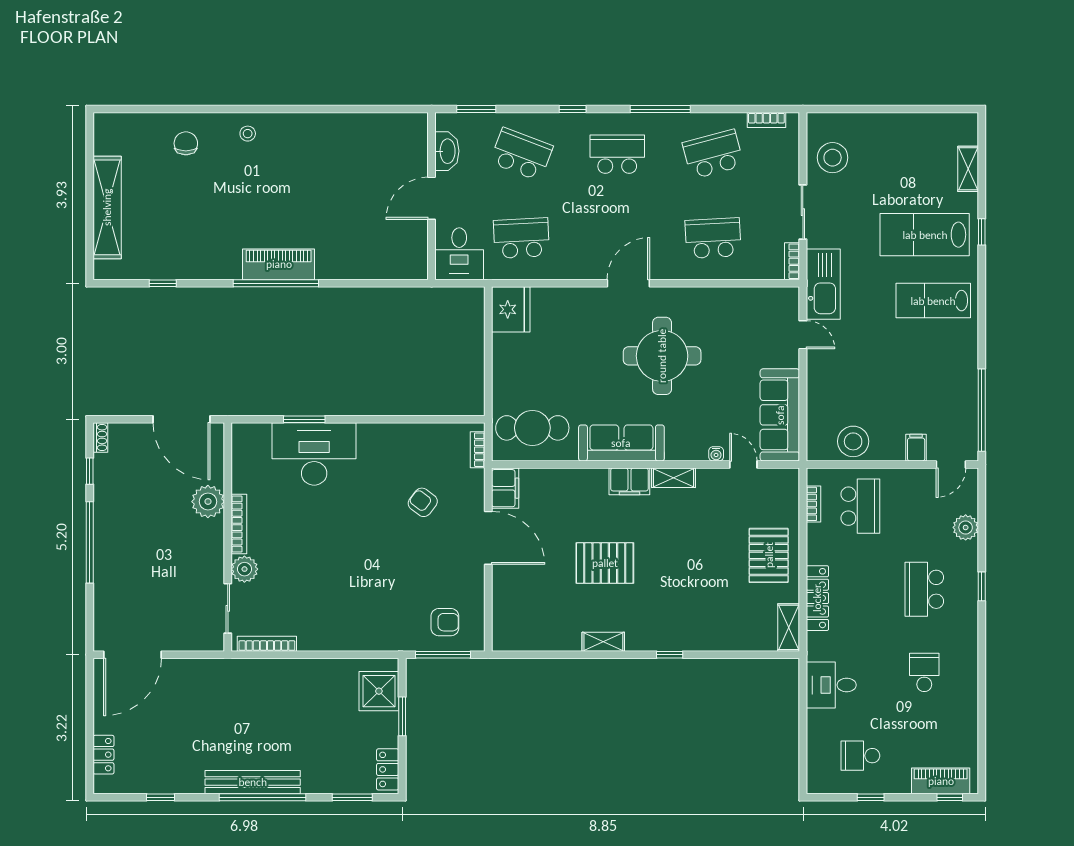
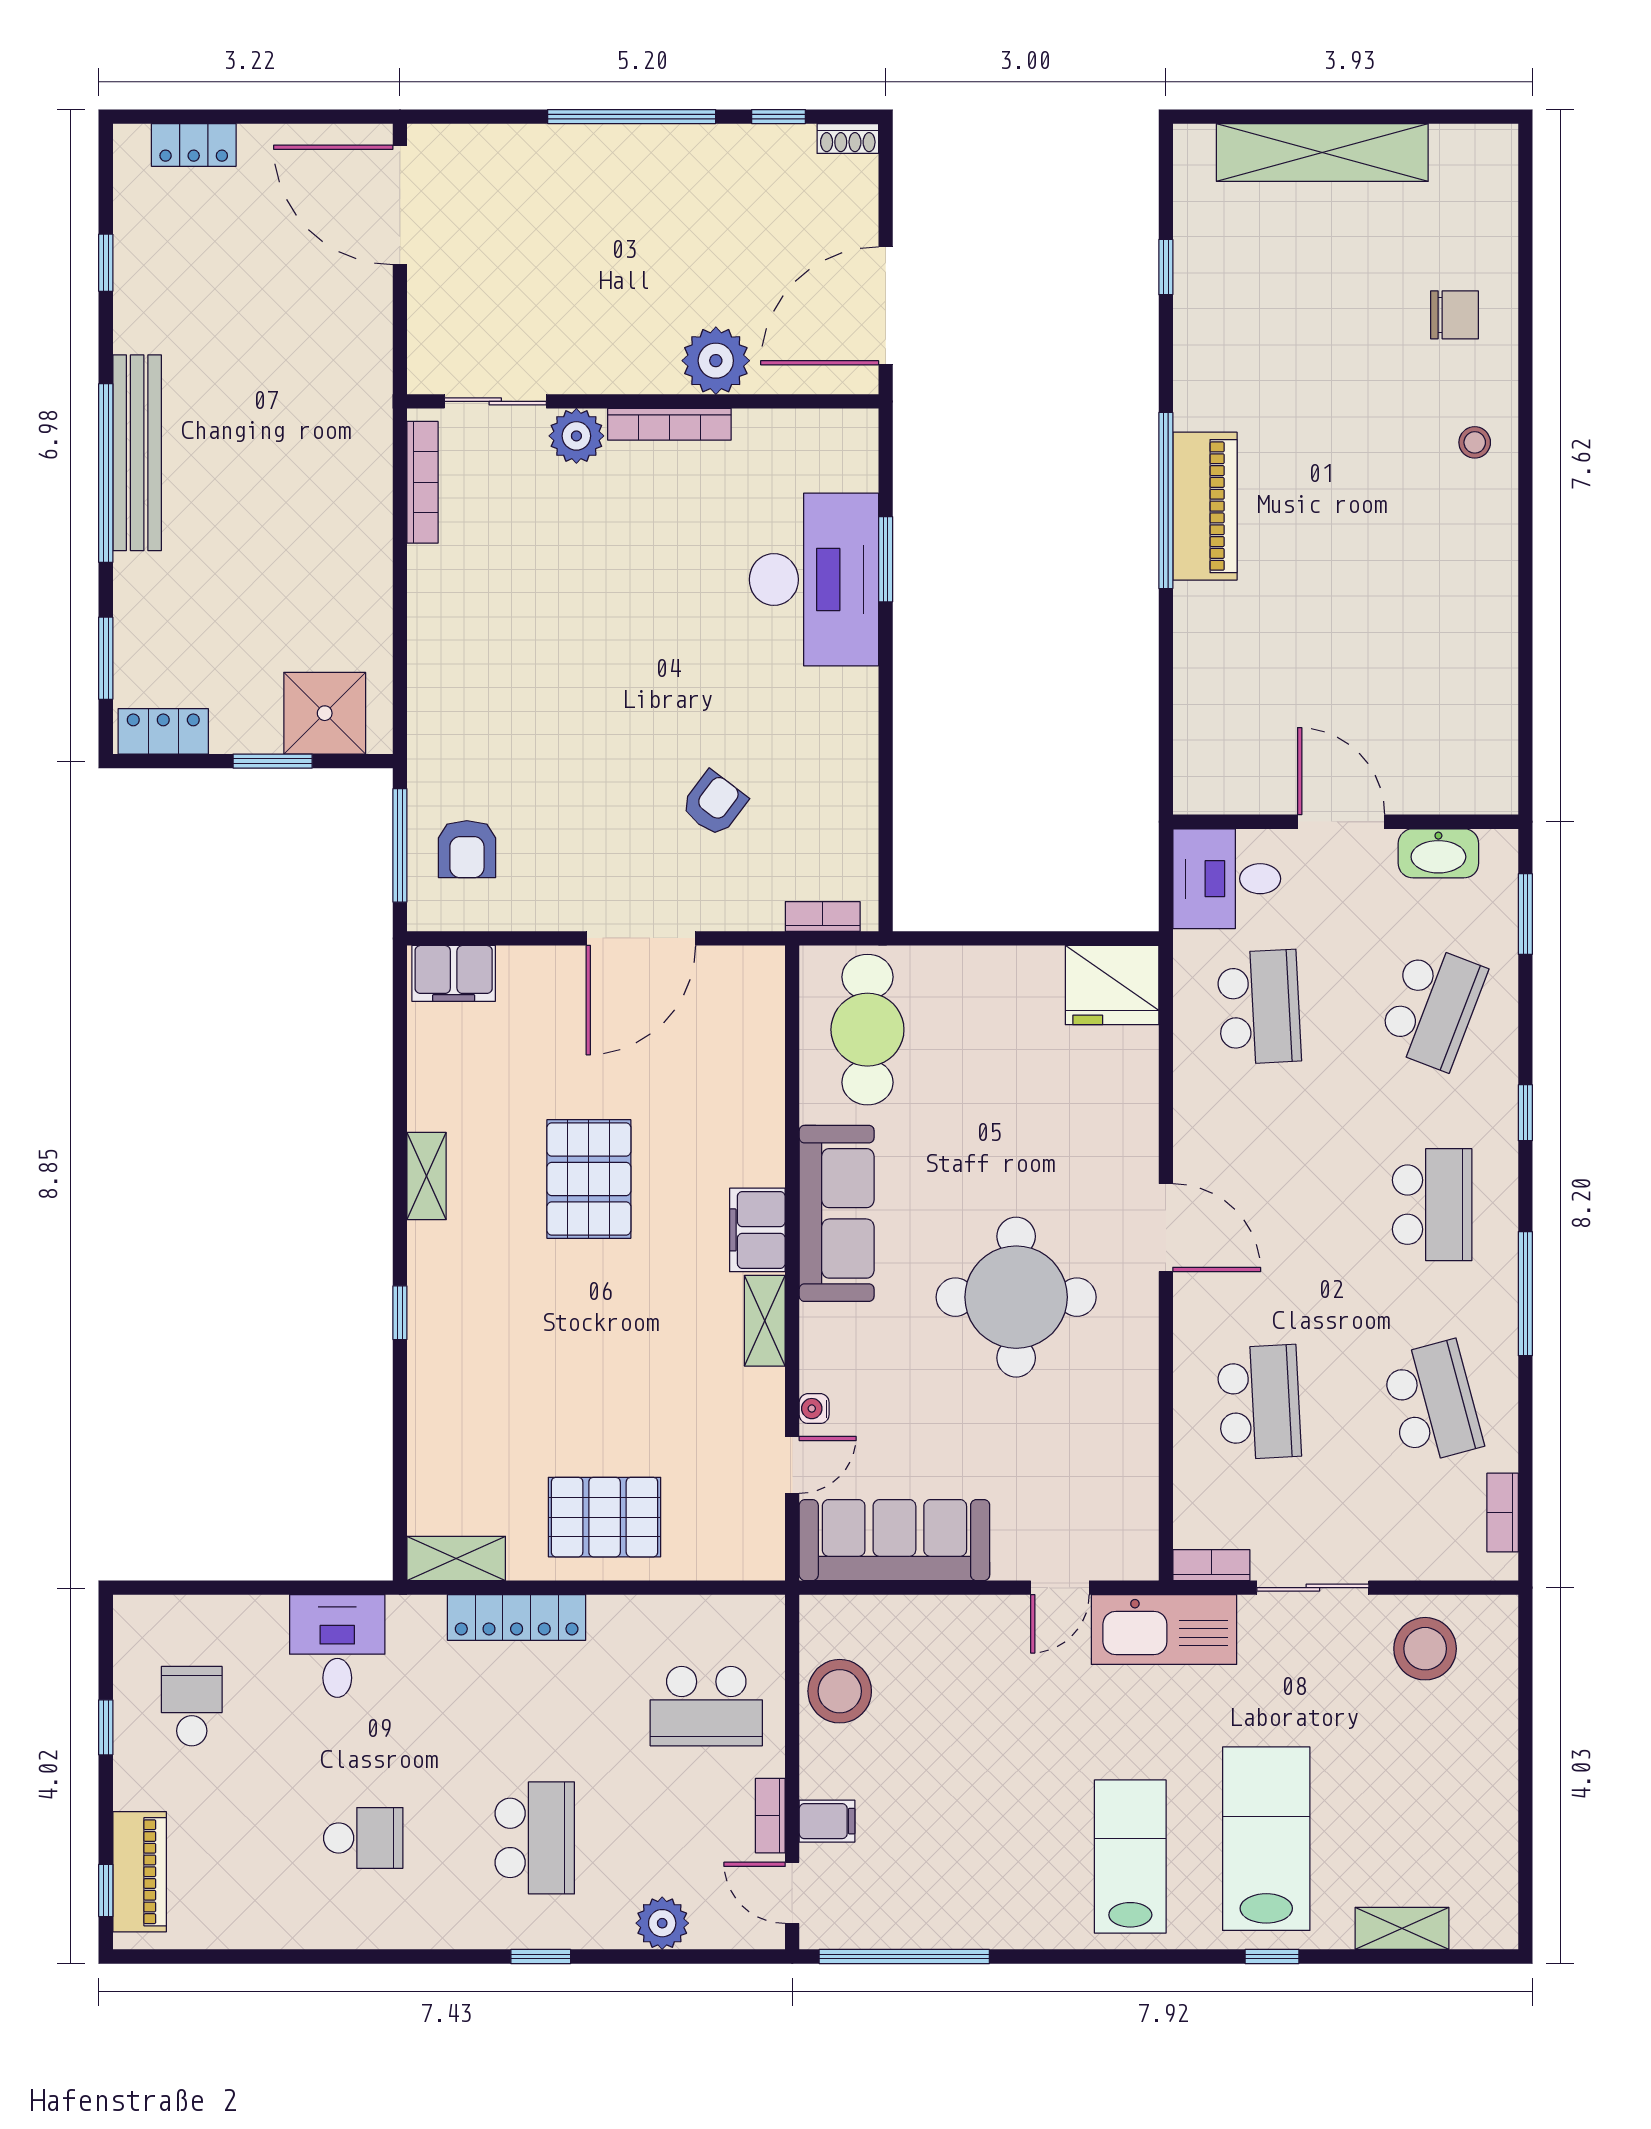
filing cabinet: (505, 488) -> (454, 973), moved
bookcase: (813, 504) -> (770, 1816), moved, turned 90
school desk: (924, 589) -> (535, 1838), turned 90

